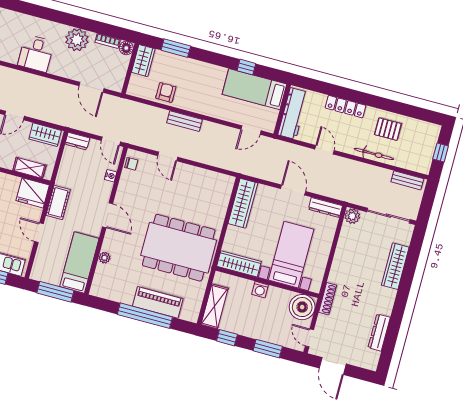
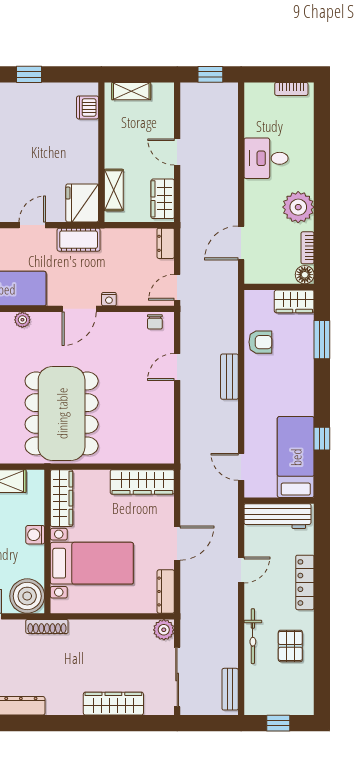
nightstand: (111, 176) -> (109, 299), moved

